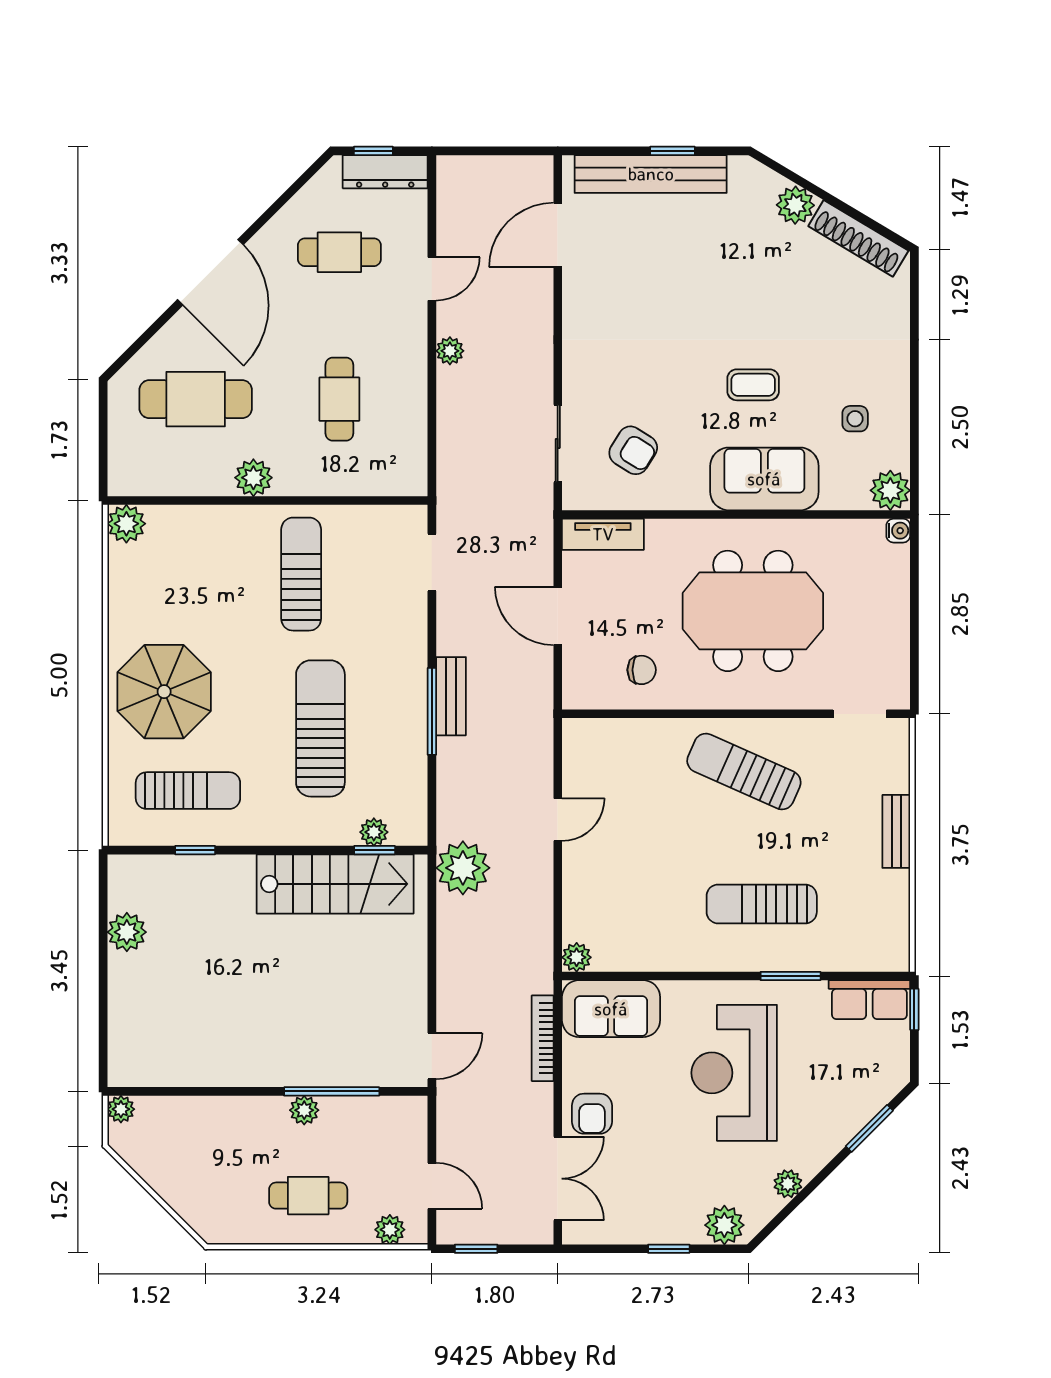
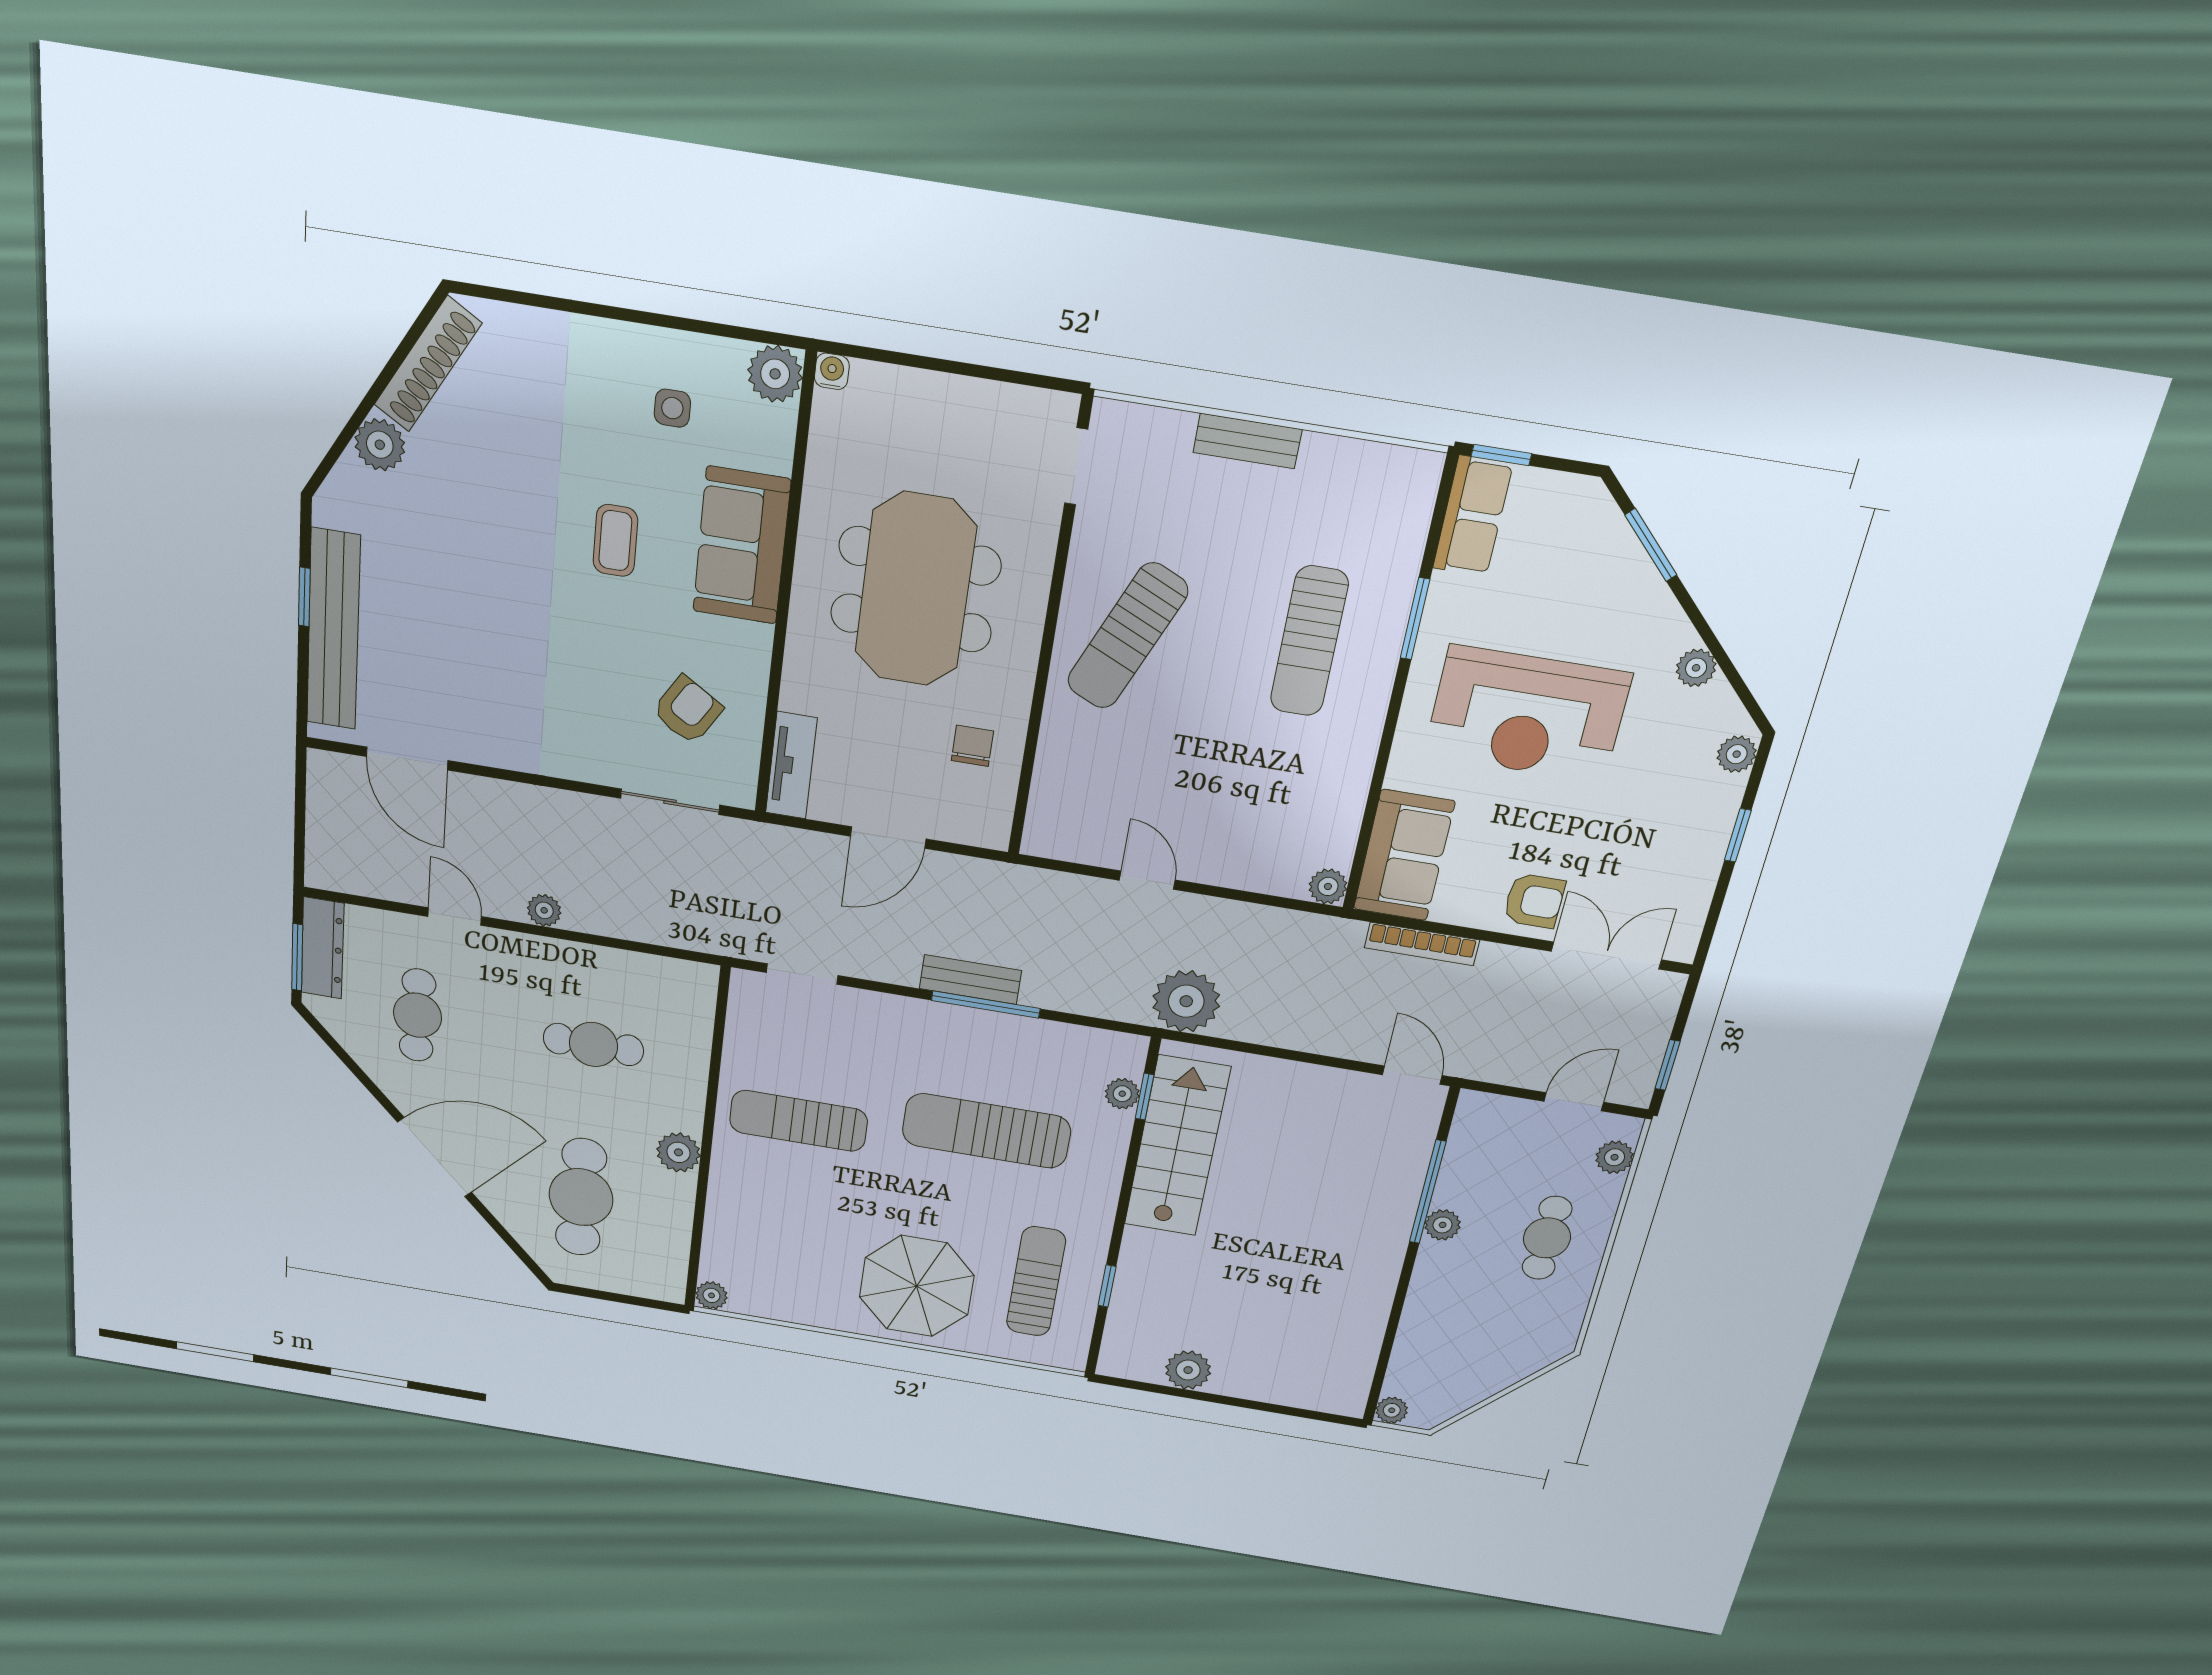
window: (373, 151) -> (297, 957), width x1.50
plant: (126, 524) -> (711, 1295), width x0.73, depth x0.73
plant: (724, 1225) -> (1737, 754), width x0.73, depth x0.73

